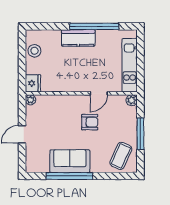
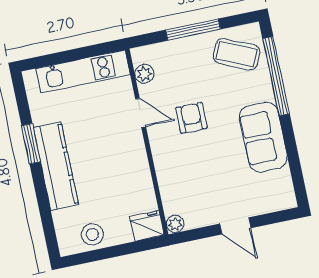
window: (94, 26) -> (31, 144), width x0.47
kitchen counter: (78, 38) -> (56, 166), width x1.50
plant: (132, 100) -> (144, 74), moved
window: (69, 176) -> (276, 76), moved

